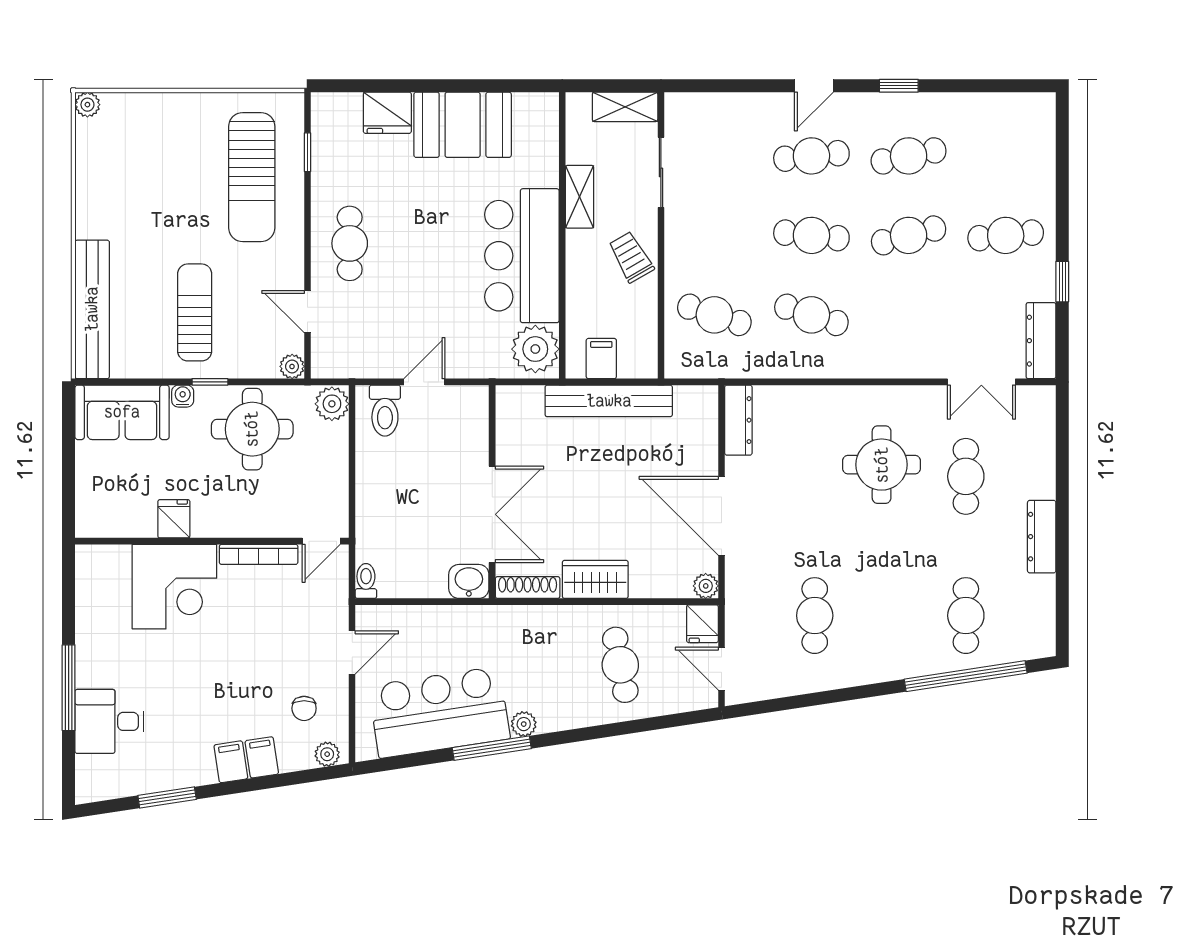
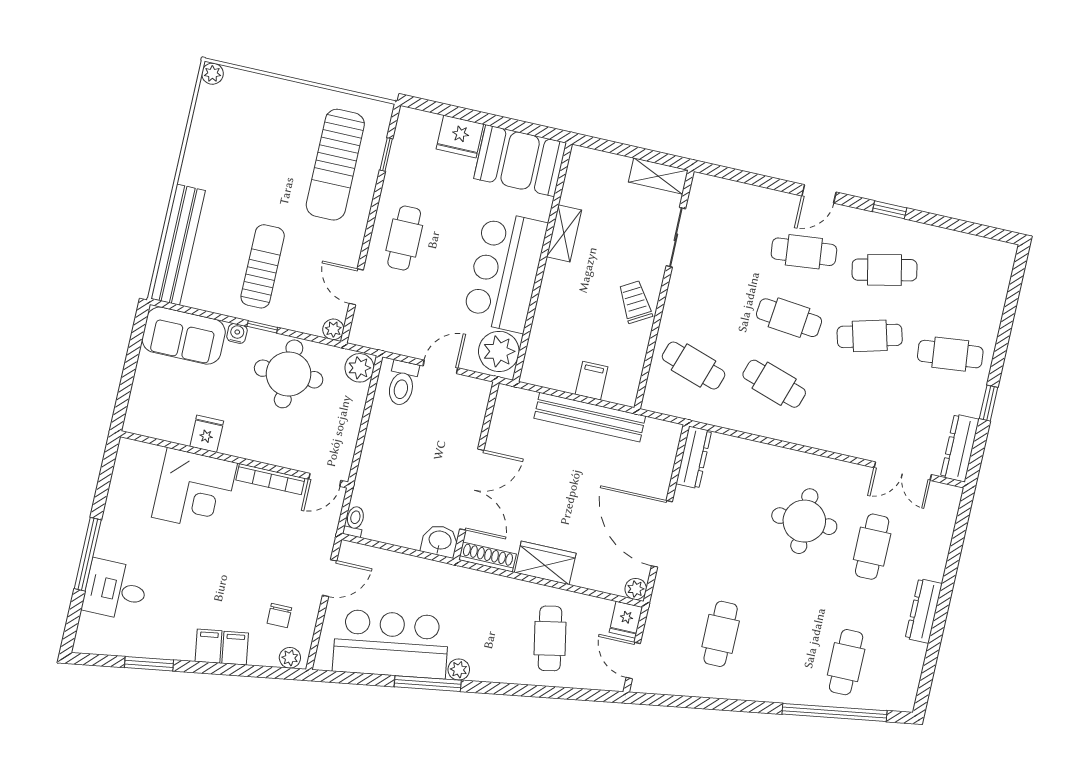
shelving: (580, 197) -> (564, 233), moved
wall: (562, 235) -> (542, 262), moved
bar counter: (522, 256) -> (505, 271), moved
plant: (535, 349) -> (499, 351), moved

